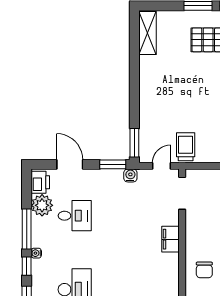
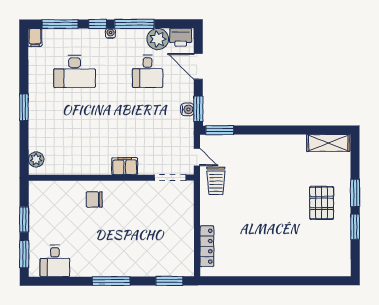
trolley: (186, 147) -> (216, 181), turned 90
door: (70, 164) -> (198, 66), swing flipped
water cooler: (130, 175) -> (187, 109), moved

